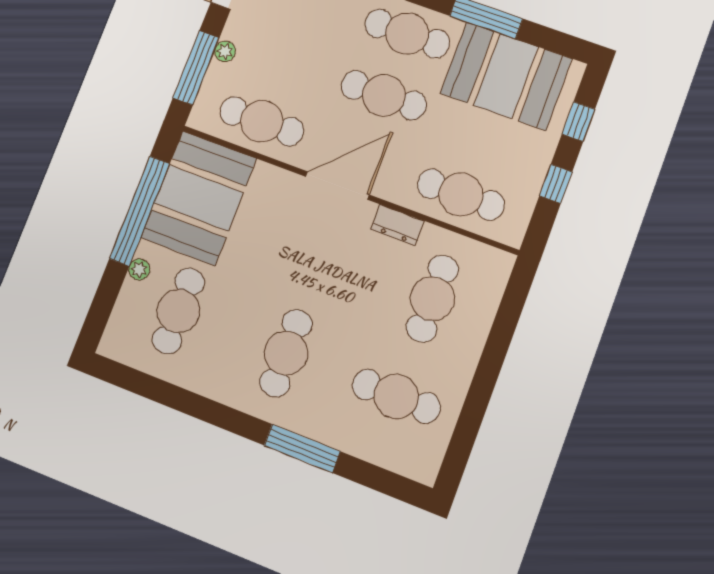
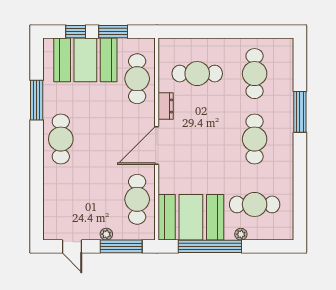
booth: (506, 76) -> (85, 60), moved, turned 90
cafe table: (384, 95) -> (99, 139), removed
window: (556, 184) -> (113, 32), width x1.50
door: (337, 186) -> (157, 145), hinge flipped
cafe table: (286, 353) -> (255, 139), turned 90

